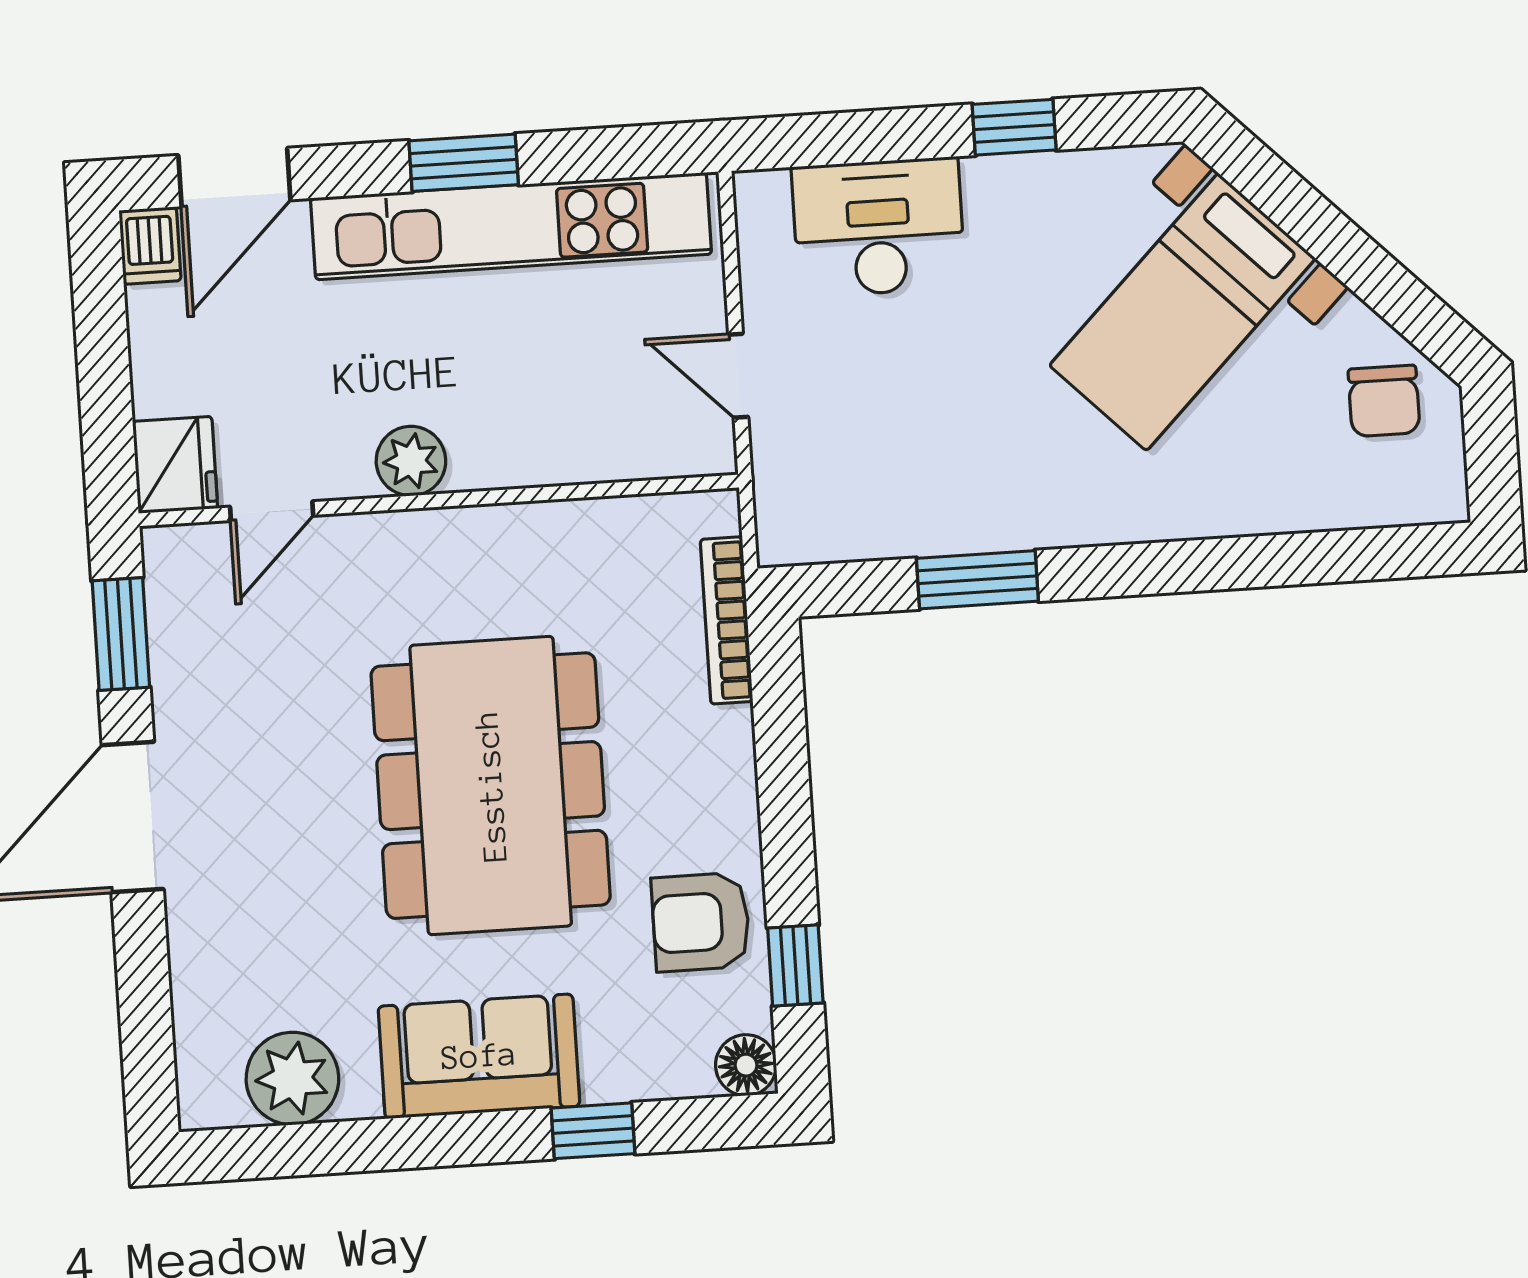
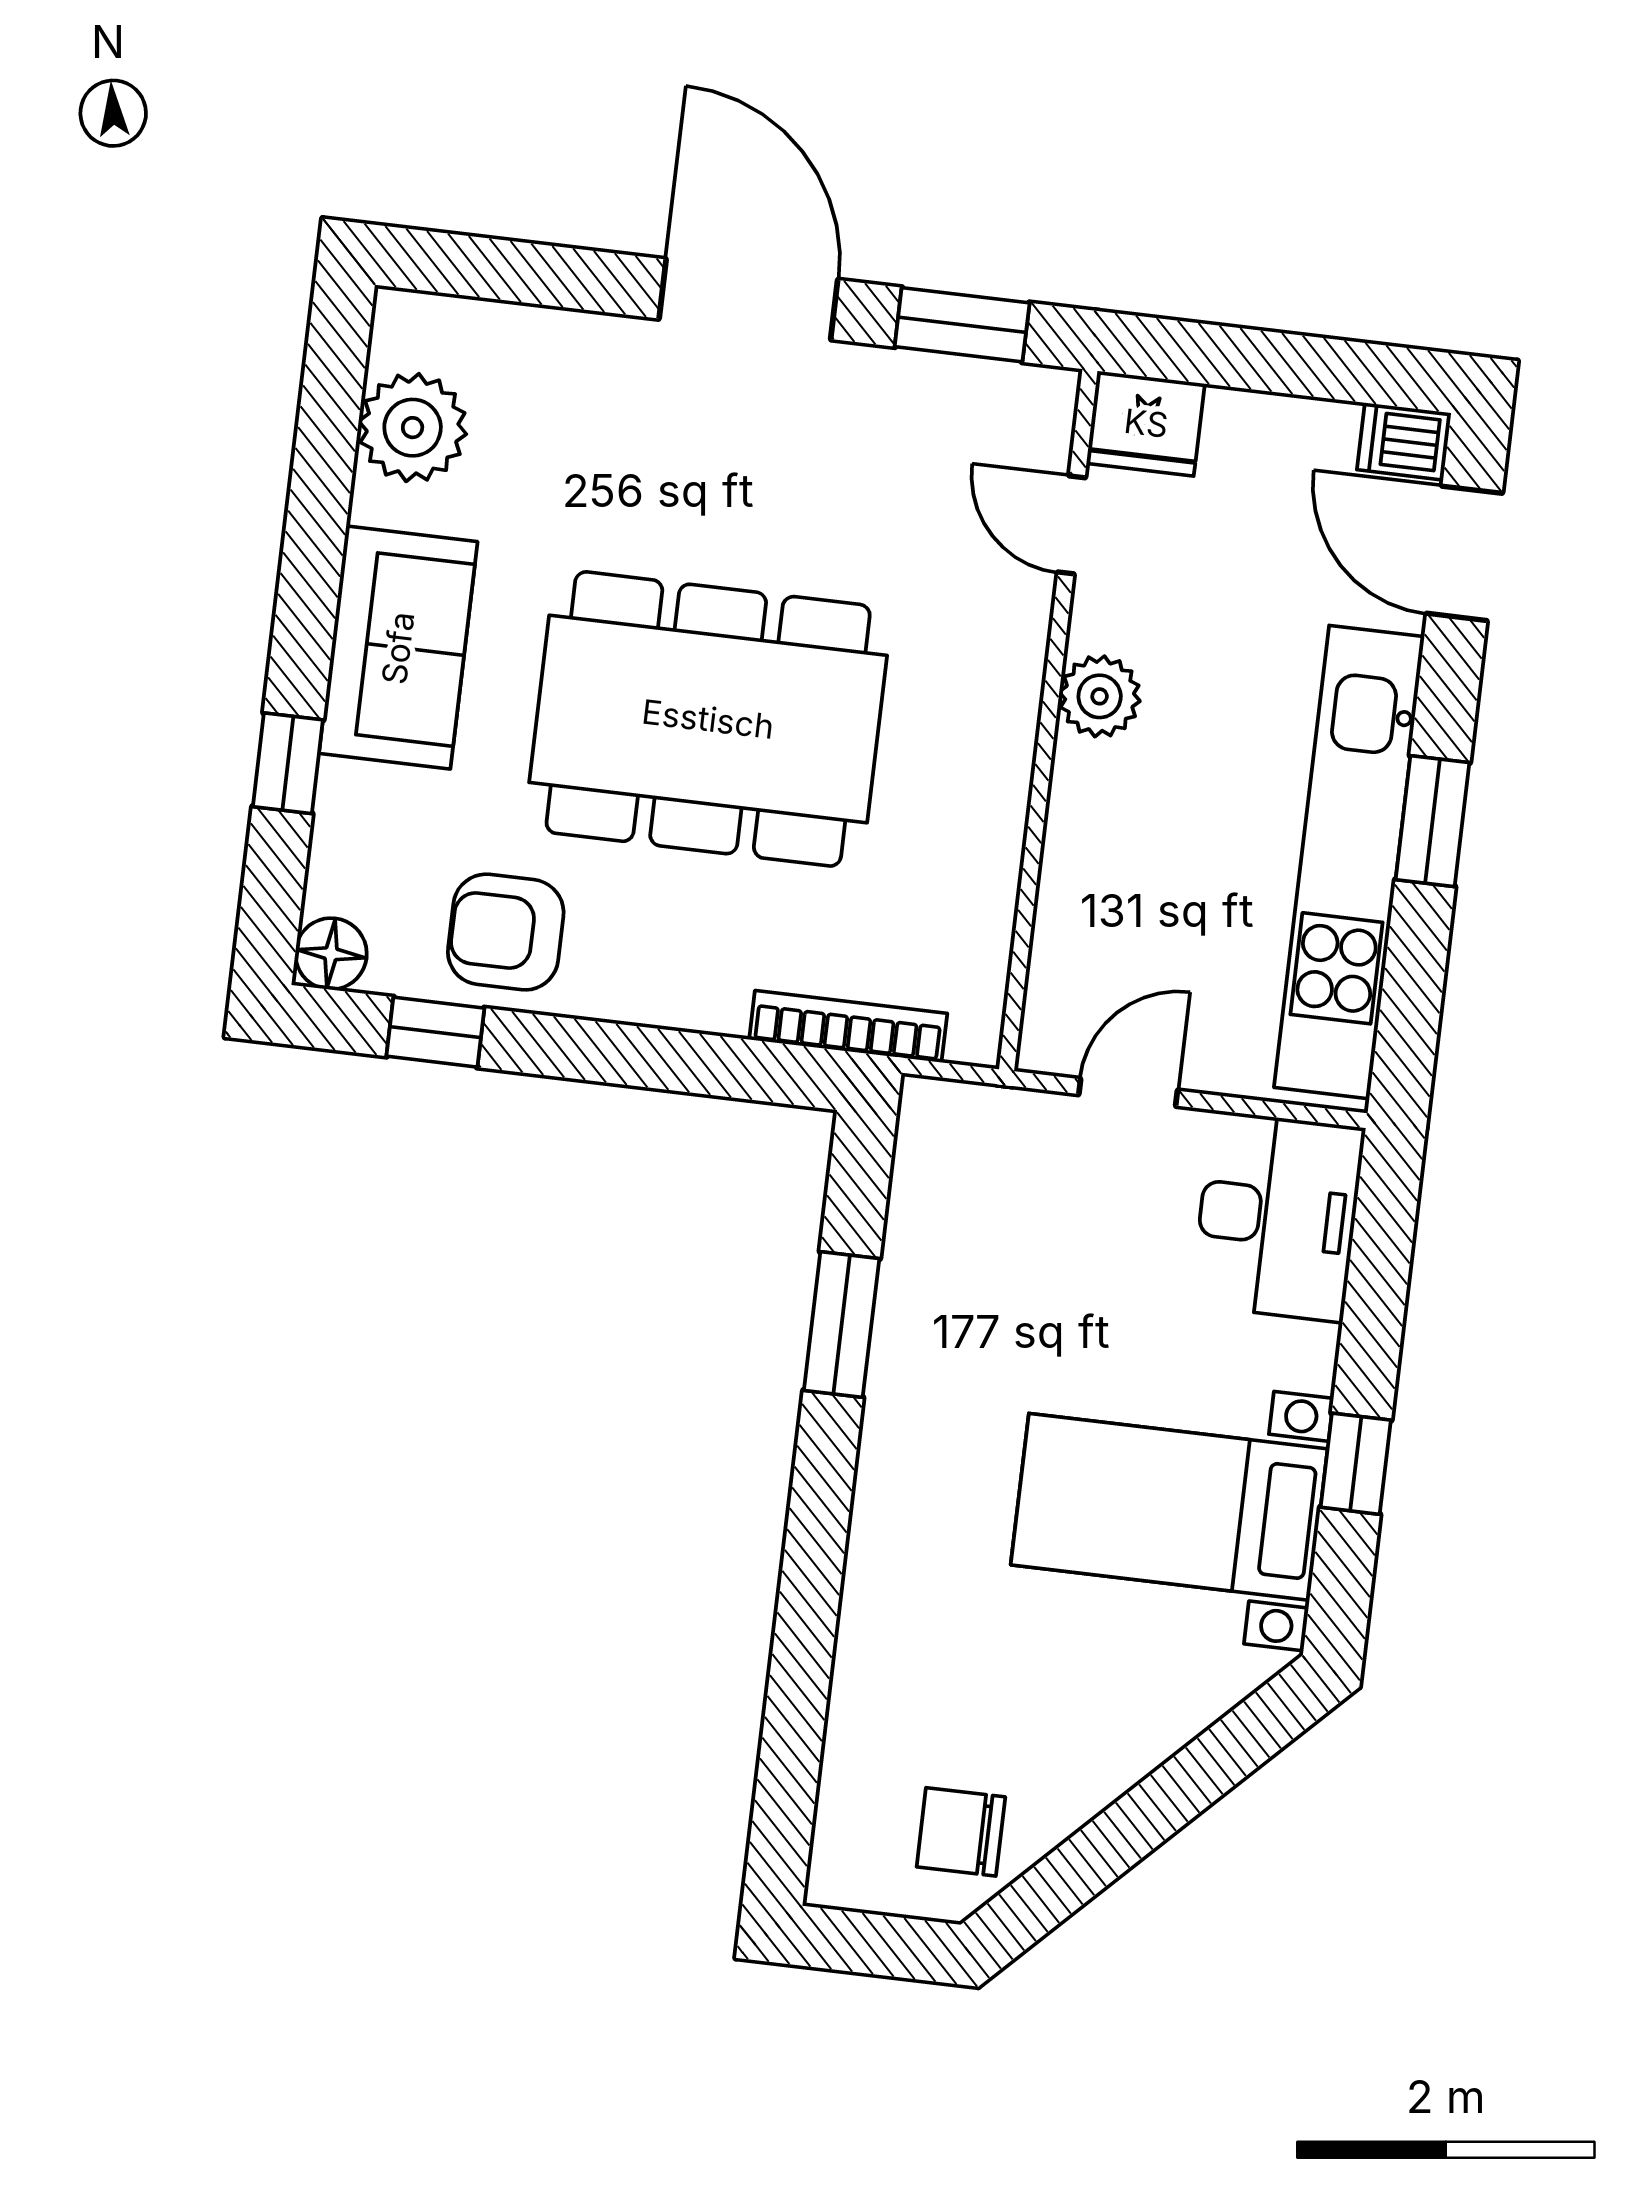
desk: (879, 227) -> (1278, 1216), moved
bed with nightstands: (1182, 312) -> (1169, 1507), moved, turned -45
armchair: (701, 922) -> (506, 932), turned -90

